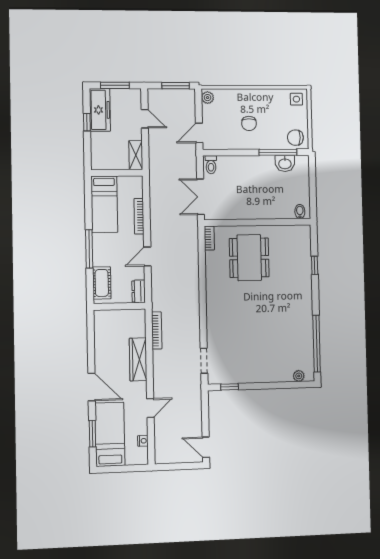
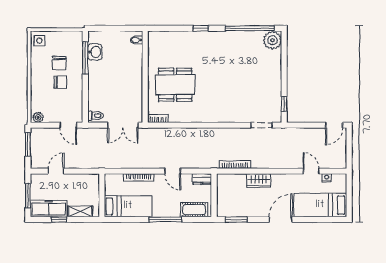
chair: (295, 138) -> (59, 63), moved
shelving: (136, 155) -> (80, 211), moved
window: (315, 265) -> (201, 28), moved
wardrobe: (138, 359) -> (259, 181), width x0.67
plant: (299, 376) -> (273, 40), width x1.87, depth x1.87
door: (150, 408) -> (311, 171), moved
window: (92, 434) -> (236, 220), moved

